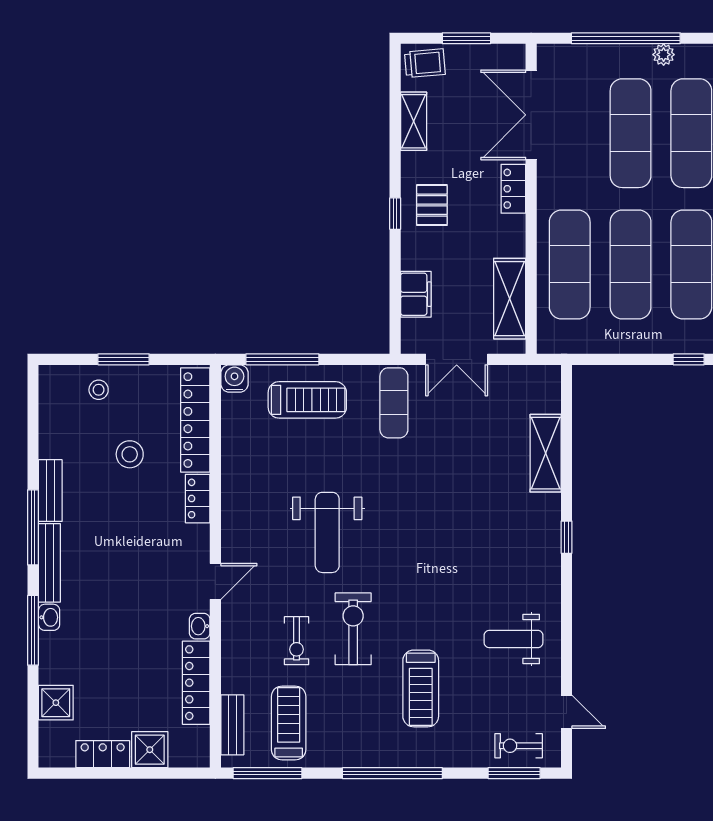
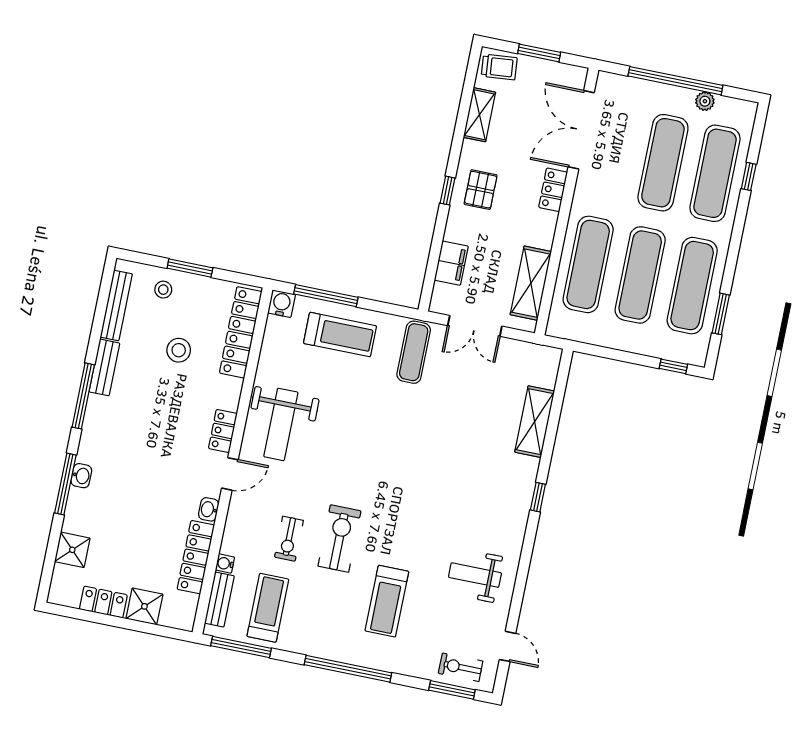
locker: (198, 499) -> (223, 431), moved
weight bench: (327, 532) -> (281, 424), moved
bench: (49, 563) -> (116, 305), moved
water cooler: (230, 683) -> (225, 563), added

